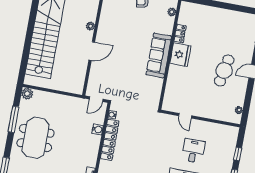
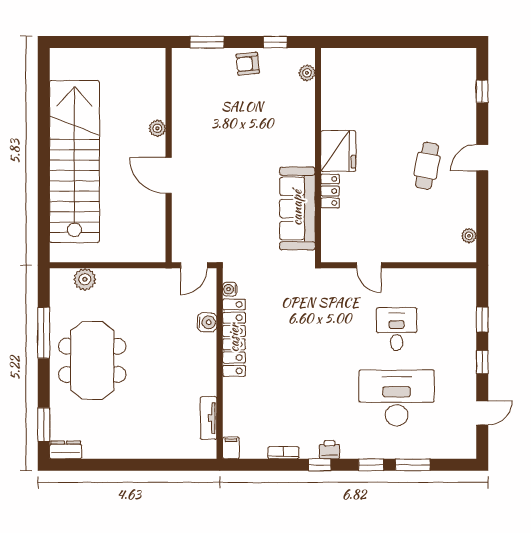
locker: (180, 34) -> (330, 191), moved
door: (92, 51) -> (169, 175), swing flipped
sofa: (159, 55) -> (297, 208), moved
cafe table: (224, 71) -> (427, 166), width x0.73, depth x0.74
plant: (27, 94) -> (85, 279), moved

